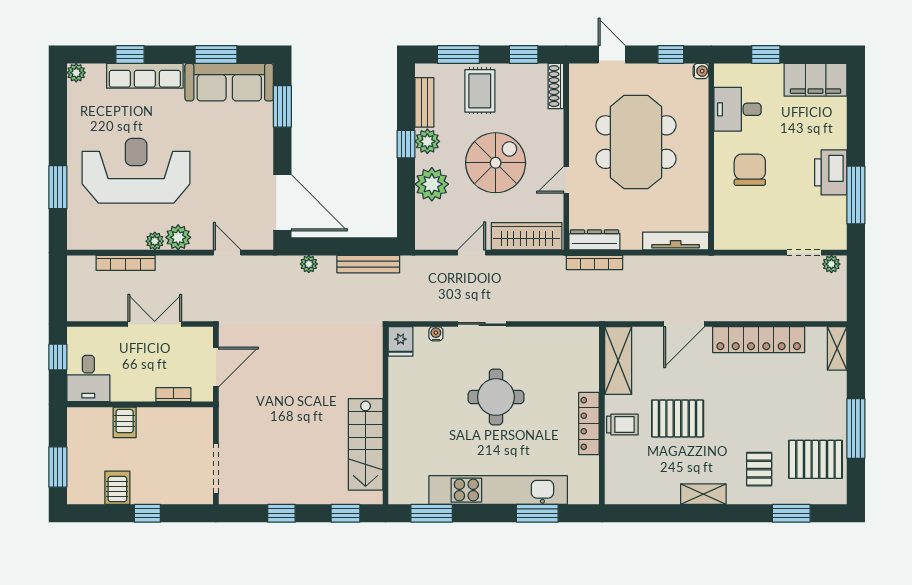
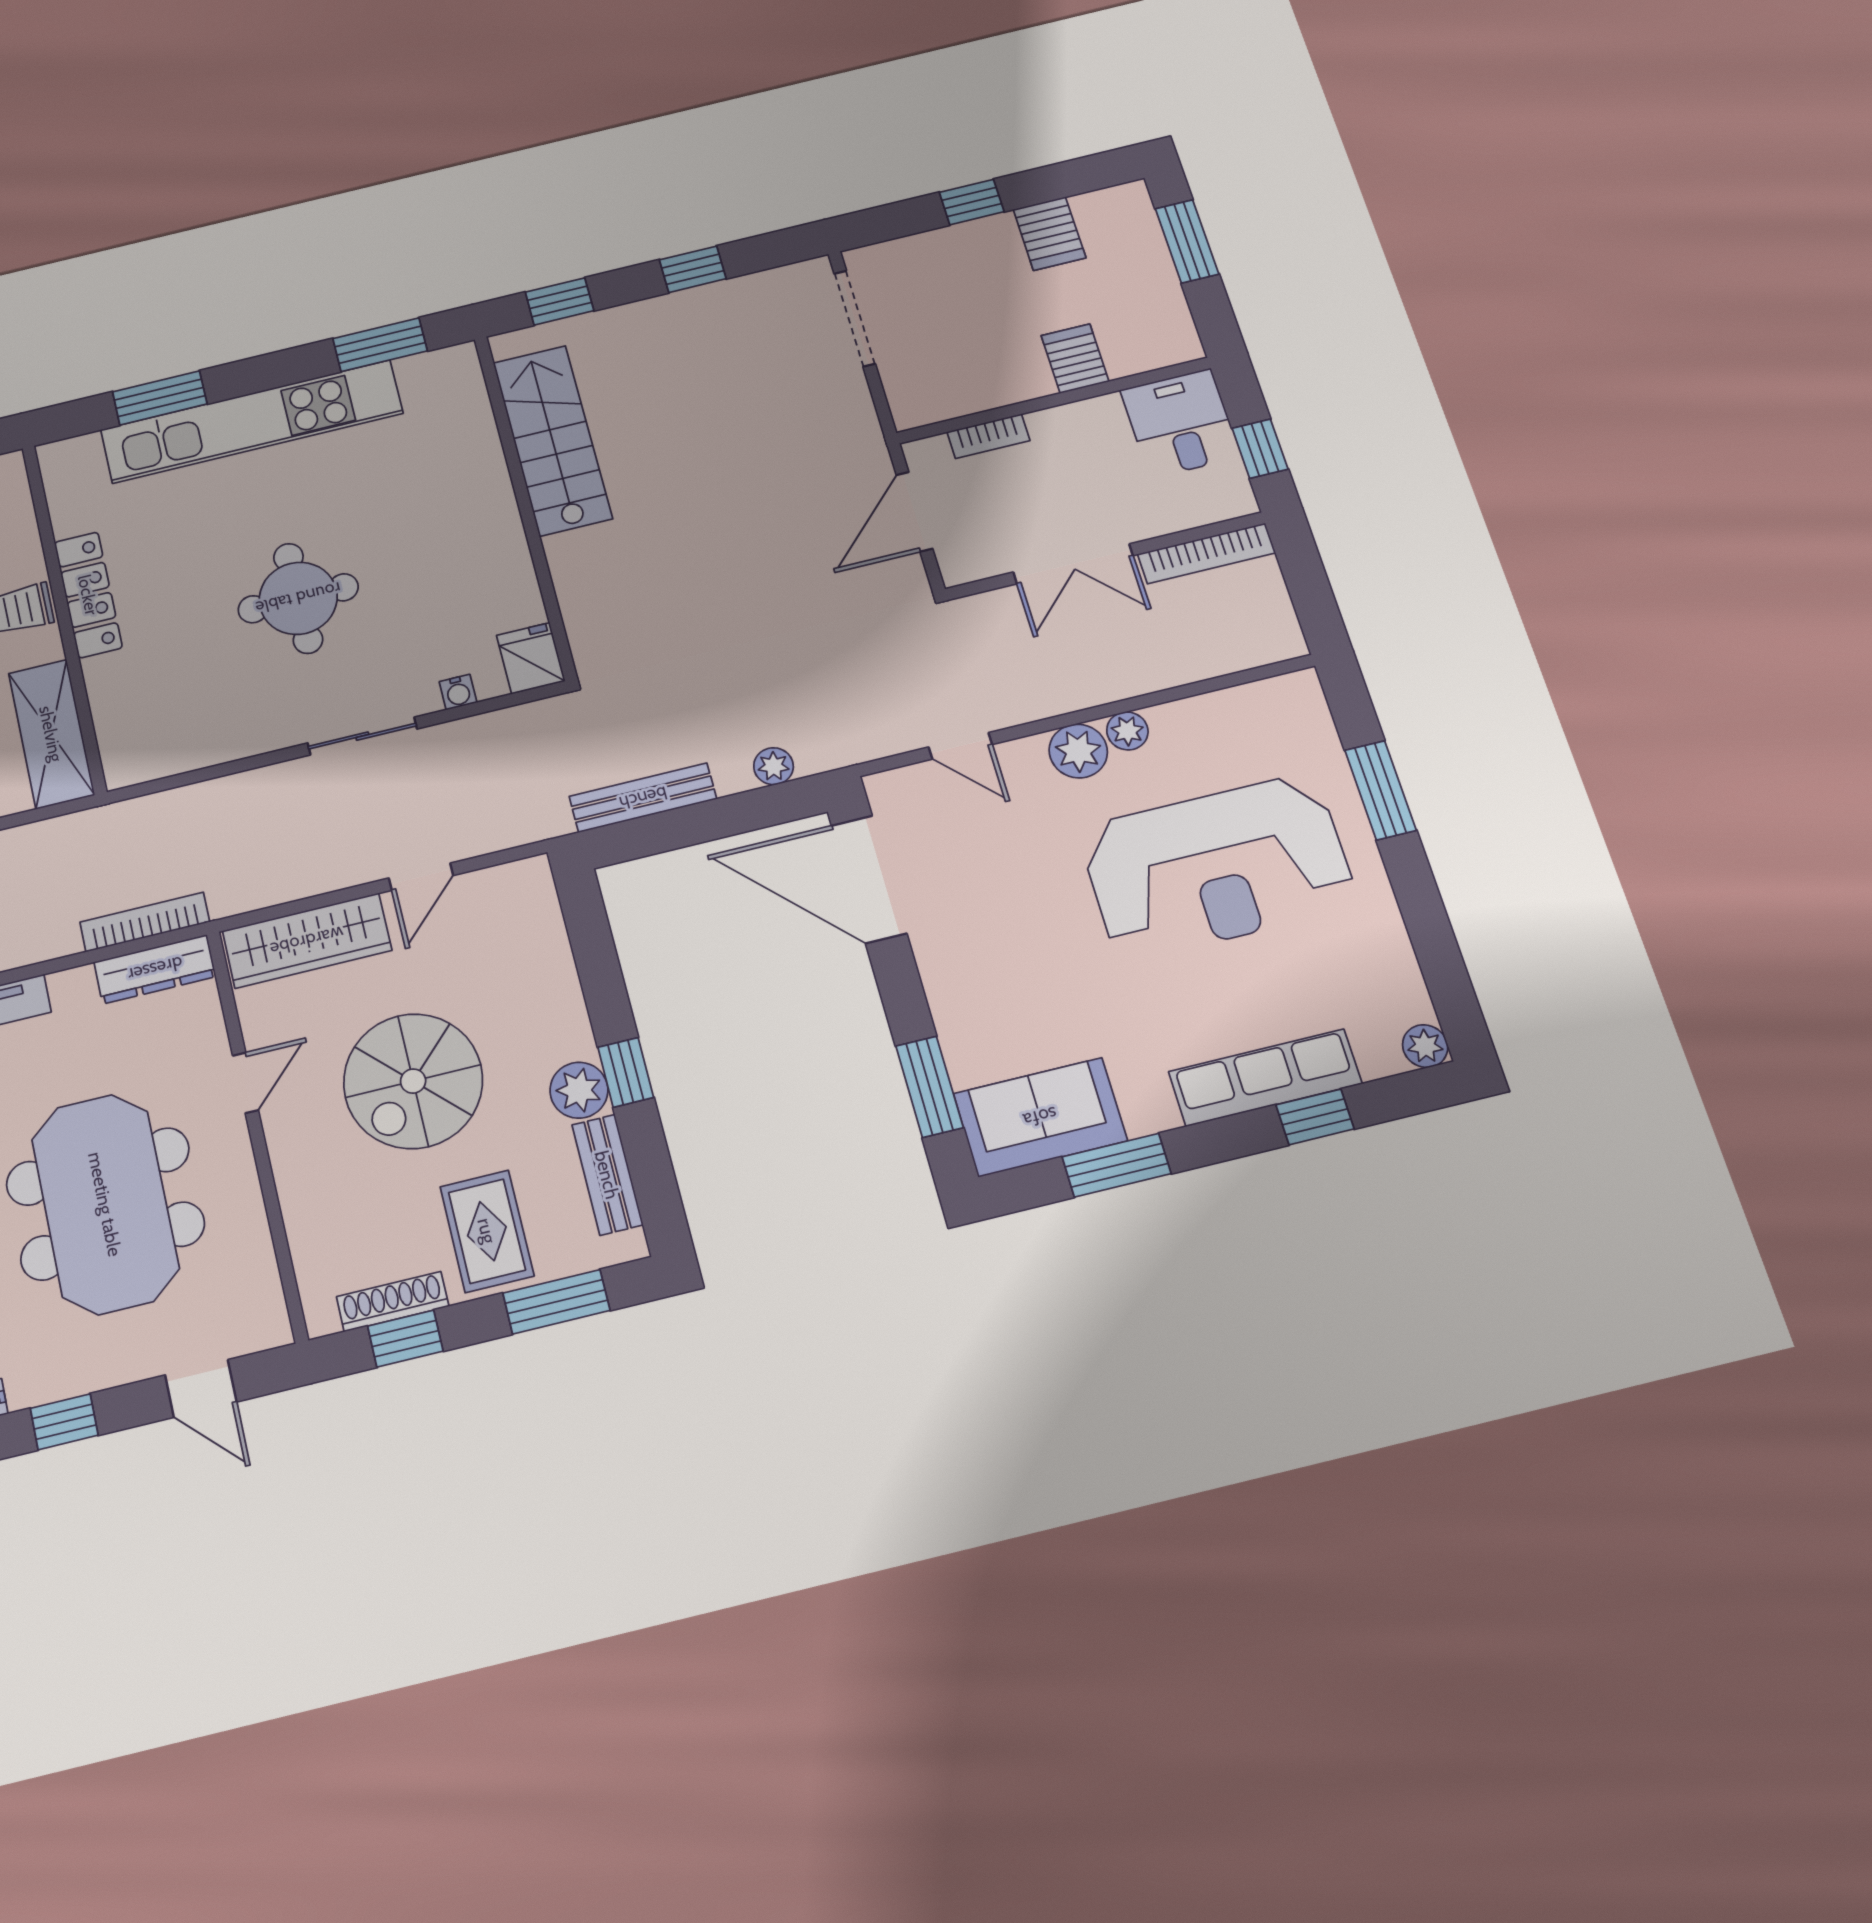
sofa: (229, 82) -> (1040, 1117), width x0.73
shoe rack: (556, 86) -> (393, 1302), moved, turned -90
plant: (432, 184) -> (545, 1000), removed
bookcase: (126, 263) -> (1206, 553), moved, turned 180

